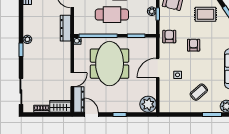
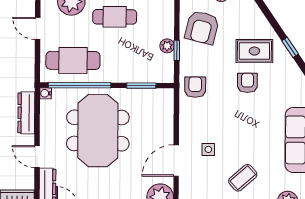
cafe table: (112, 15) -> (73, 60), moved
dresser: (66, 28) -> (26, 113), moved
armchair: (194, 45) -> (247, 83), moved
door: (158, 68) -> (176, 161), moved
door: (72, 80) -> (37, 157), swing flipped

